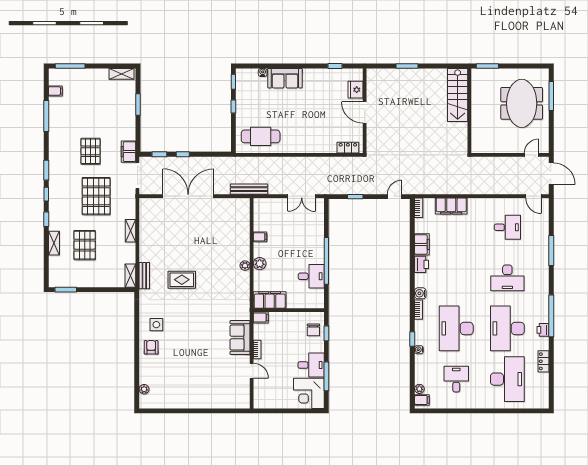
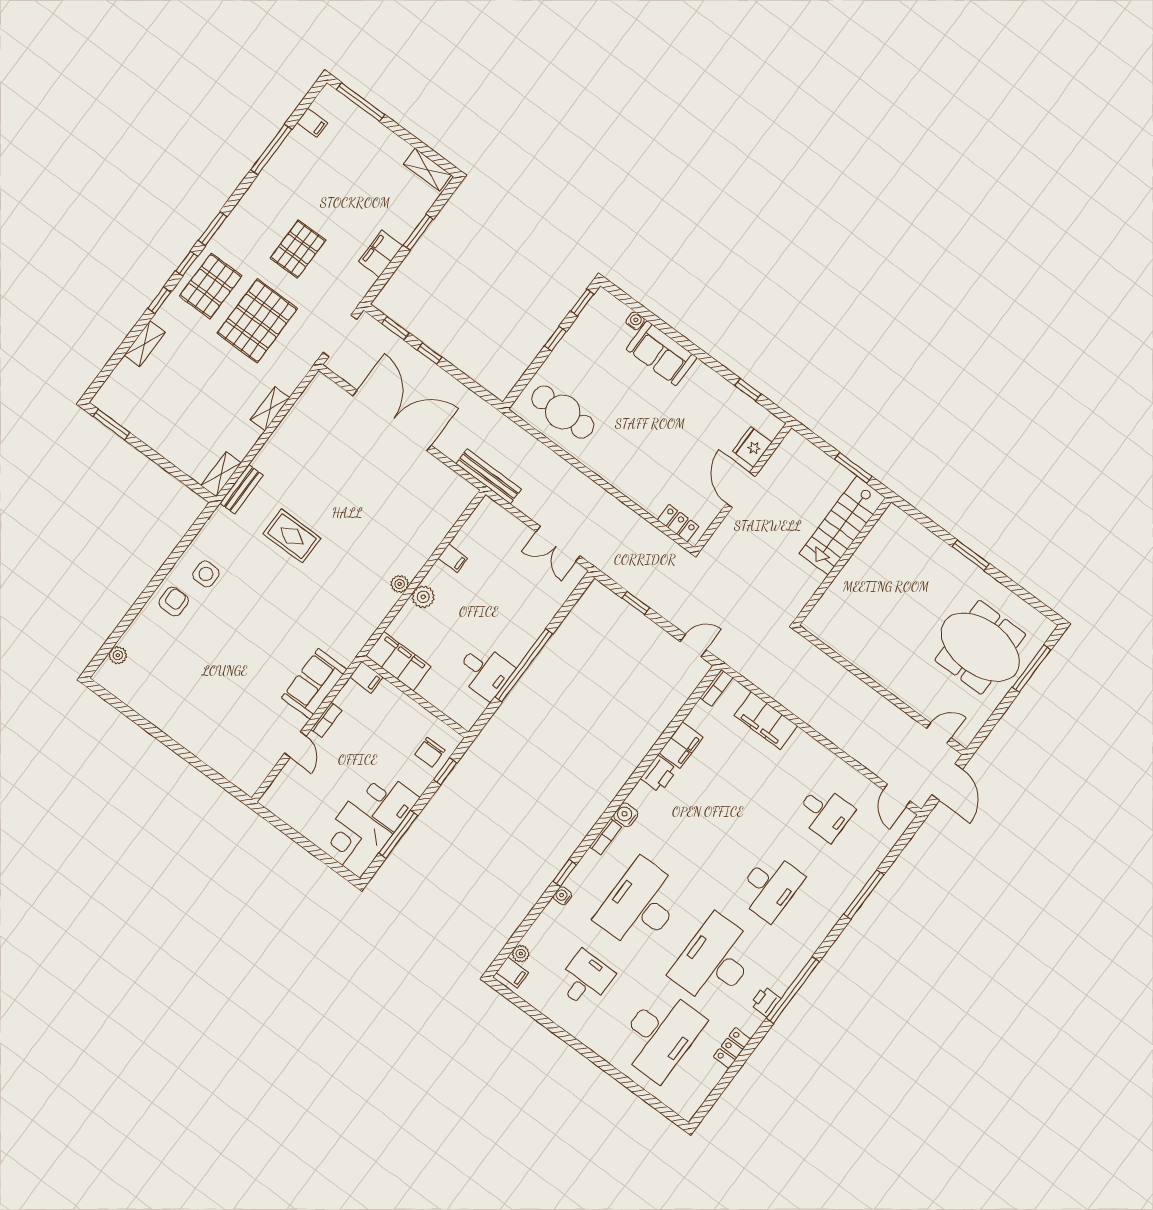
stairs: (458, 95) -> (842, 526), moved
meeting table: (522, 103) -> (980, 647), turned 90
wall: (469, 111) -> (843, 562), moved
filing cabinet: (128, 152) -> (381, 254), moved
pallet: (85, 245) -> (211, 286), moved
desk: (507, 278) -> (770, 887), turned -90

